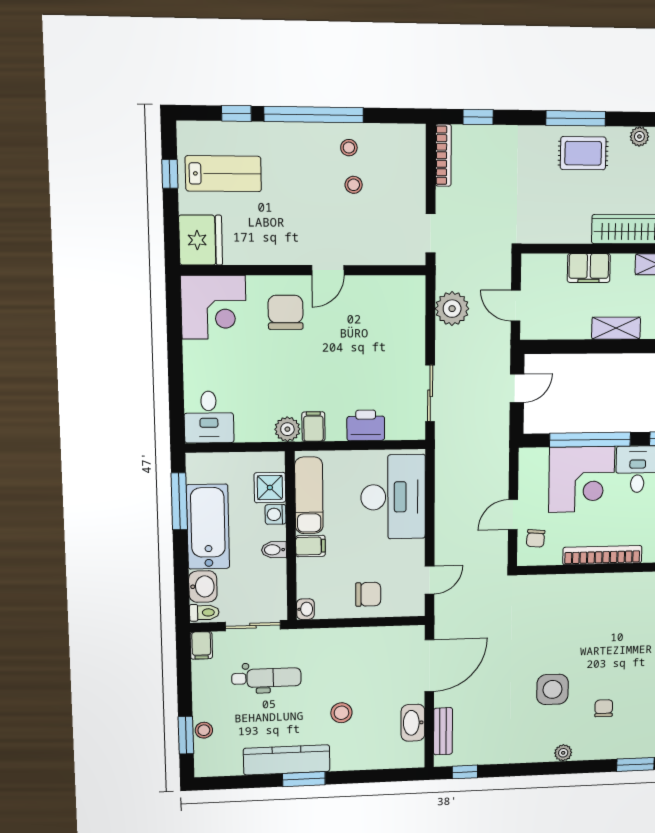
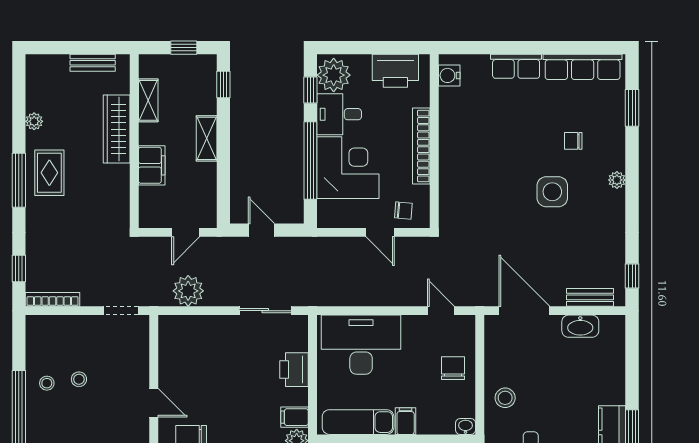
stool: (341, 713) -> (505, 398), moved

